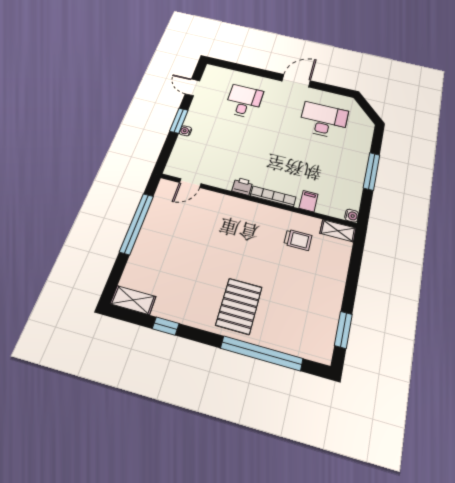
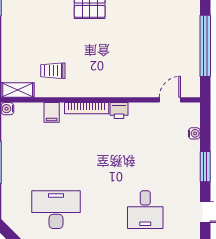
desk: (324, 120) -> (56, 210), turned 180
water cooler: (185, 131) -> (194, 133), moved

